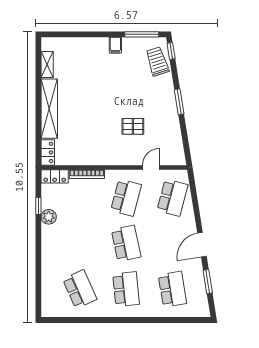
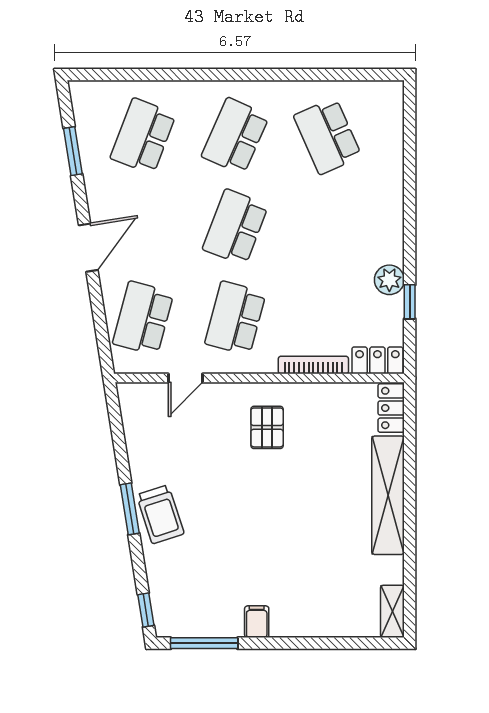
trolley: (157, 61) -> (160, 514), moved
shelving: (47, 65) -> (392, 611), moved
pallet: (133, 126) -> (267, 427), moved, turned 90
school desk: (126, 243) -> (235, 227), turned 33
door: (202, 245) -> (88, 248), moved
school desk: (126, 289) -> (235, 136), turned 30
school desk: (172, 289) -> (143, 136), turned 30

